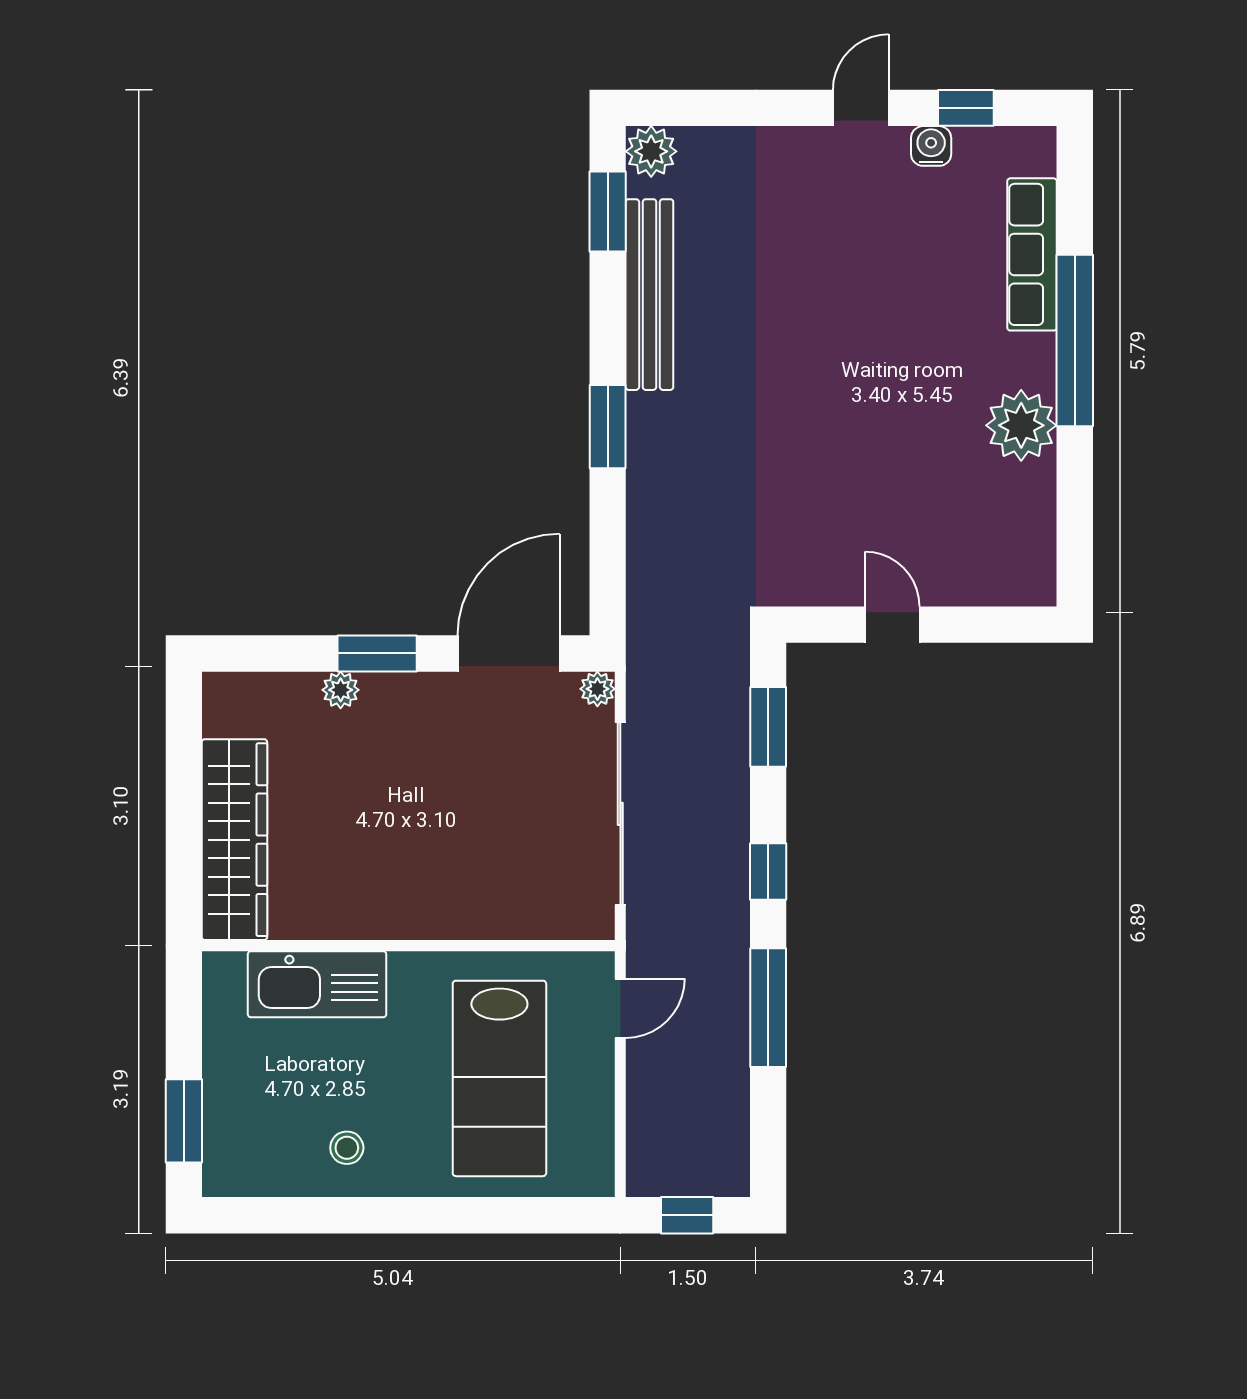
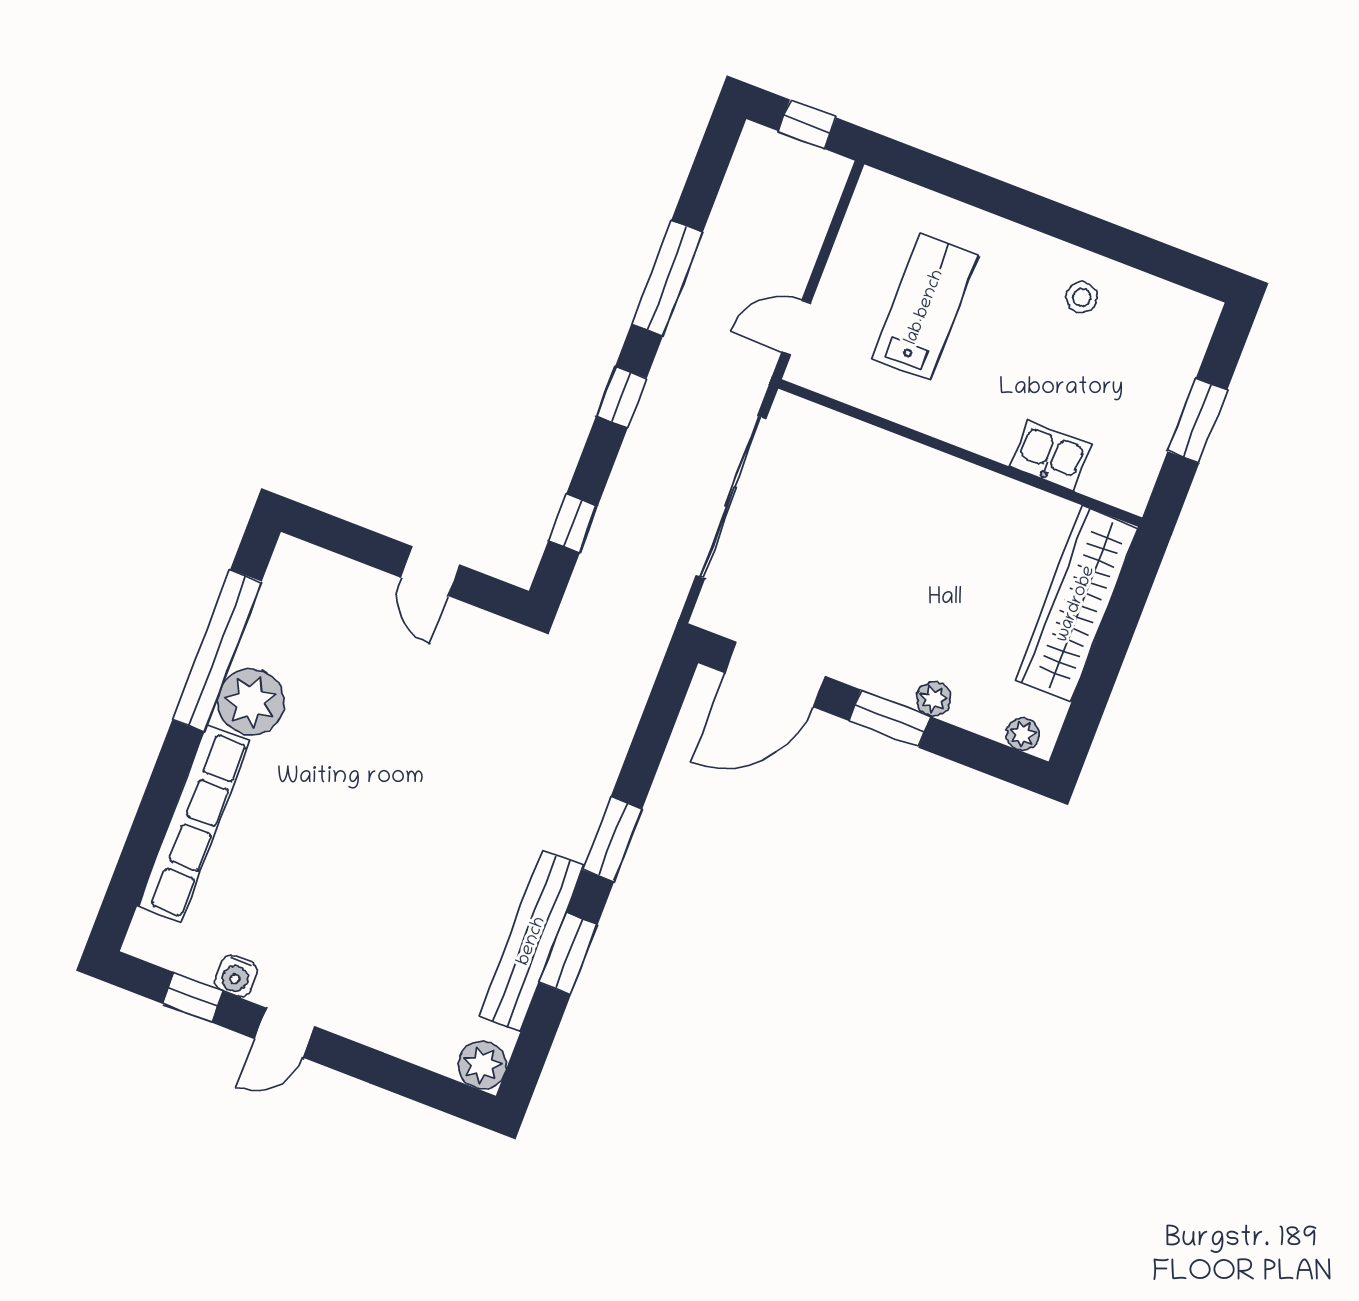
window: (608, 211) -> (568, 954), moved
row of seats: (1032, 254) -> (194, 823), width x1.36
window: (1075, 340) -> (217, 651), moved
plant: (597, 689) -> (1023, 734), moved
window: (768, 727) -> (573, 523), width x0.67
kitchen sink: (317, 984) -> (1051, 456), width x0.53, depth x0.81
lab bench: (499, 1078) -> (925, 307), width x0.73, depth x0.72
window: (184, 1121) -> (1197, 421), moved

